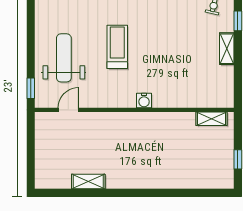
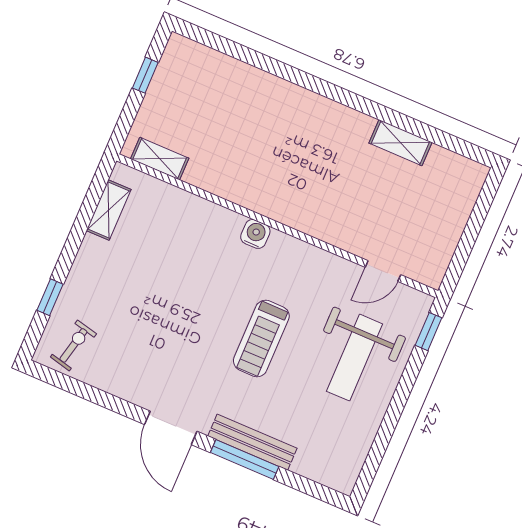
shelving: (227, 49) -> (109, 210), moved

